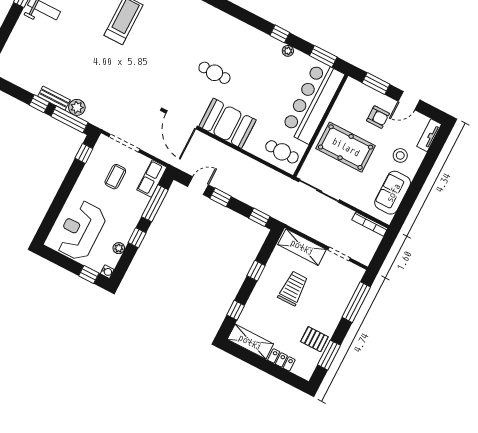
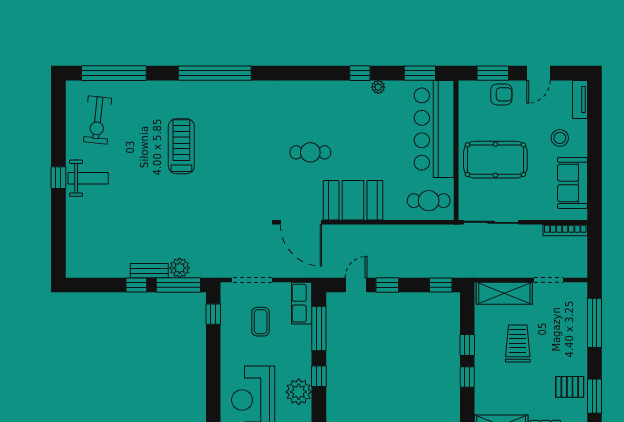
armchair: (378, 117) -> (501, 94), moved
plant: (119, 248) -> (299, 392), width x1.88, depth x1.88
window: (236, 310) -> (467, 377), moved

